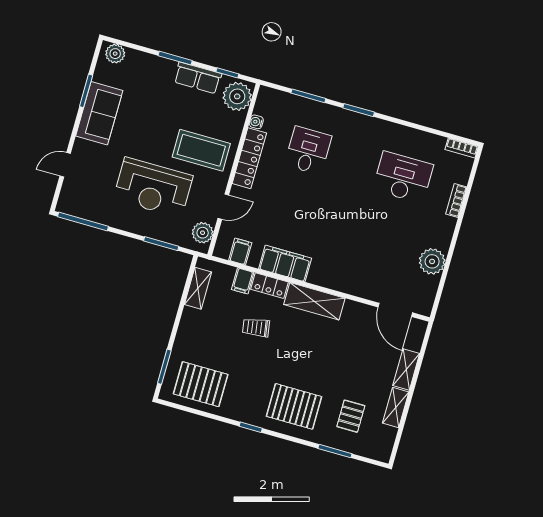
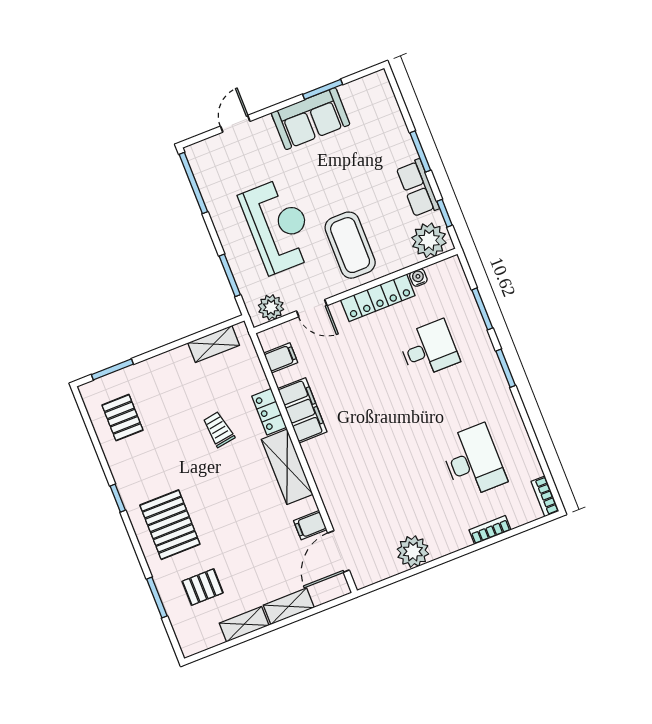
plant: (115, 54) -> (380, 90), removed
door: (65, 165) -> (235, 124), hinge flipped
reception desk: (153, 188) -> (278, 226), turned 180
filing cabinet: (243, 281) -> (310, 525), moved
pallet: (201, 384) -> (122, 418), width x0.67, depth x0.71

